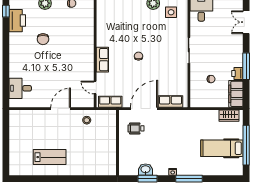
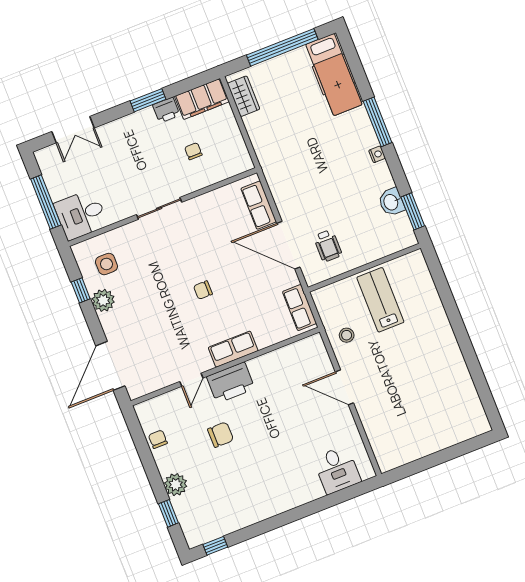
printer: (17, 21) -> (231, 383), moved, turned 180
chair: (43, 39) -> (221, 435), moved
window: (246, 66) -> (148, 100), width x0.69
door: (95, 88) -> (191, 380), moved
hospital bed: (222, 148) -> (334, 75), moved
lab bench: (50, 157) -> (380, 300), moved
window: (147, 179) -> (413, 211), moved

